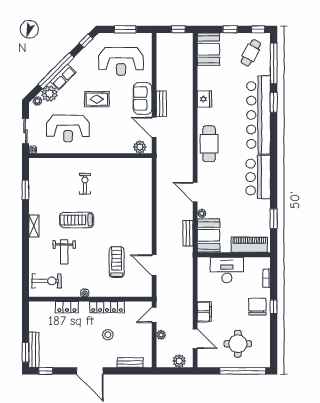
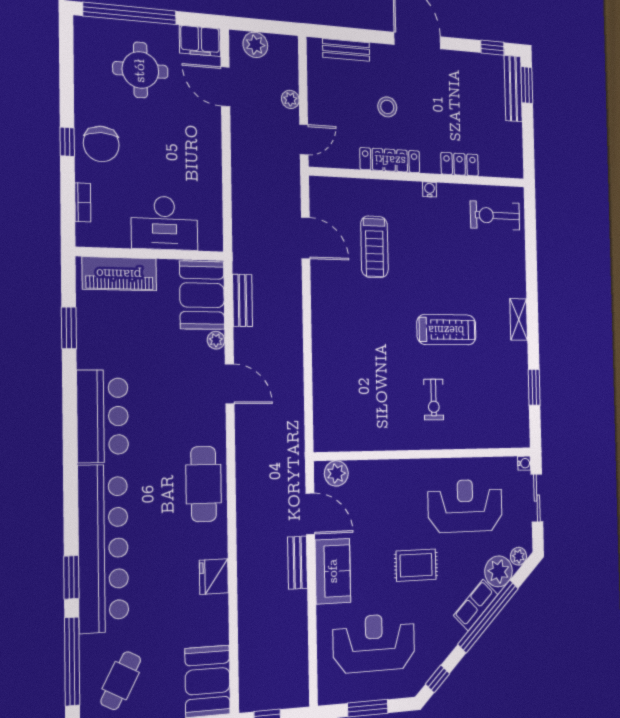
weight bench: (64, 252) -> (467, 269), removed
filing cabinet: (204, 312) -> (200, 41), moved, turned -90

